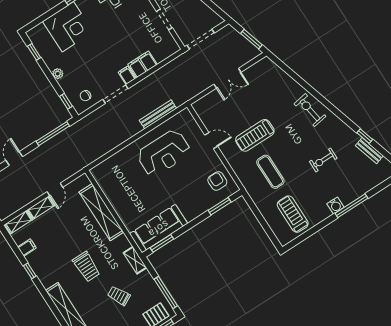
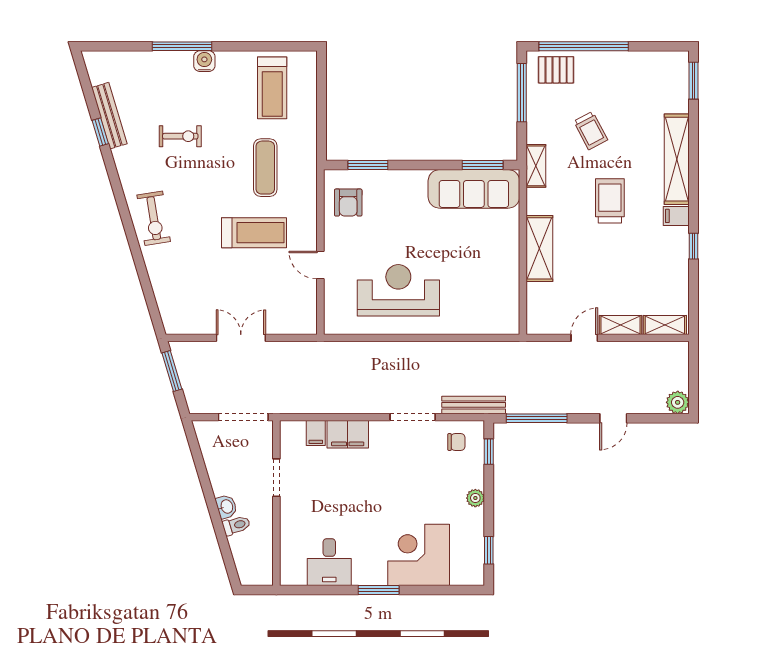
filing cabinet: (127, 75) -> (316, 433), moved
bench: (158, 114) -> (474, 405), moved
bench: (369, 151) -> (109, 116), width x1.36
shelving: (101, 212) -> (539, 248), width x0.68
filing cabinet: (27, 248) -> (676, 216), moved

